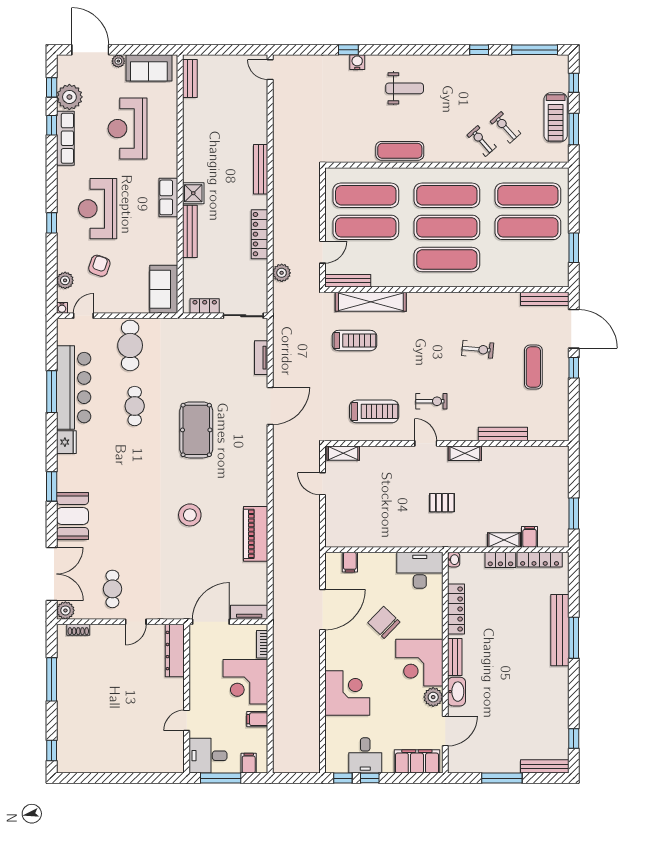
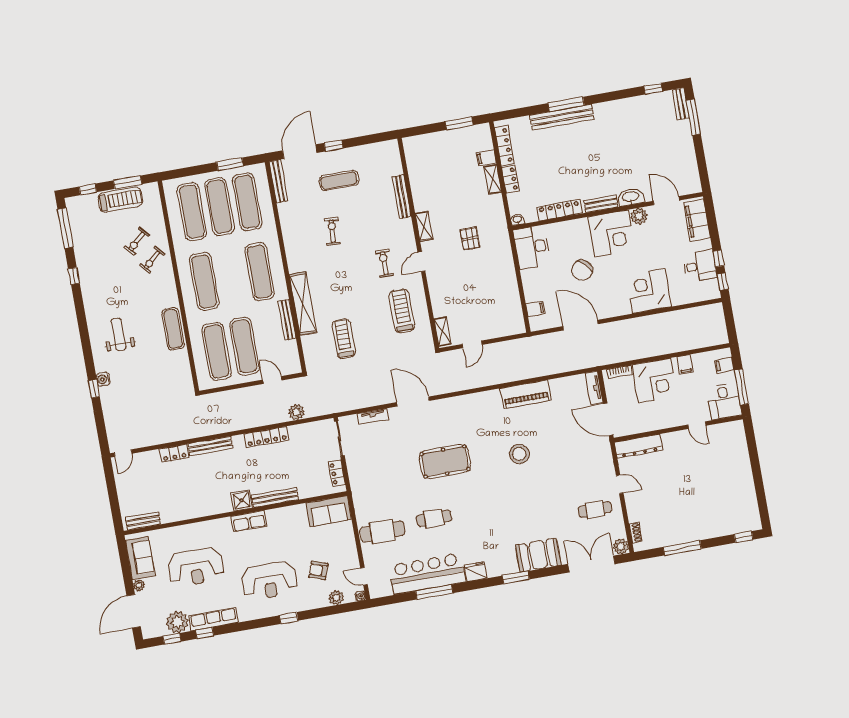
locker: (260, 127) -> (174, 453), added
exercise mat: (447, 227) -> (247, 202), moved
bench: (348, 281) -> (287, 320), moved
shelving: (371, 302) -> (303, 303), moved
bench: (545, 766) -> (681, 104), width x0.73
window: (502, 778) -> (693, 117), moved

